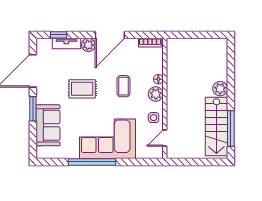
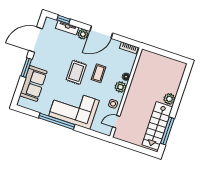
rug: (82, 89) -> (76, 72), moved, turned 90

